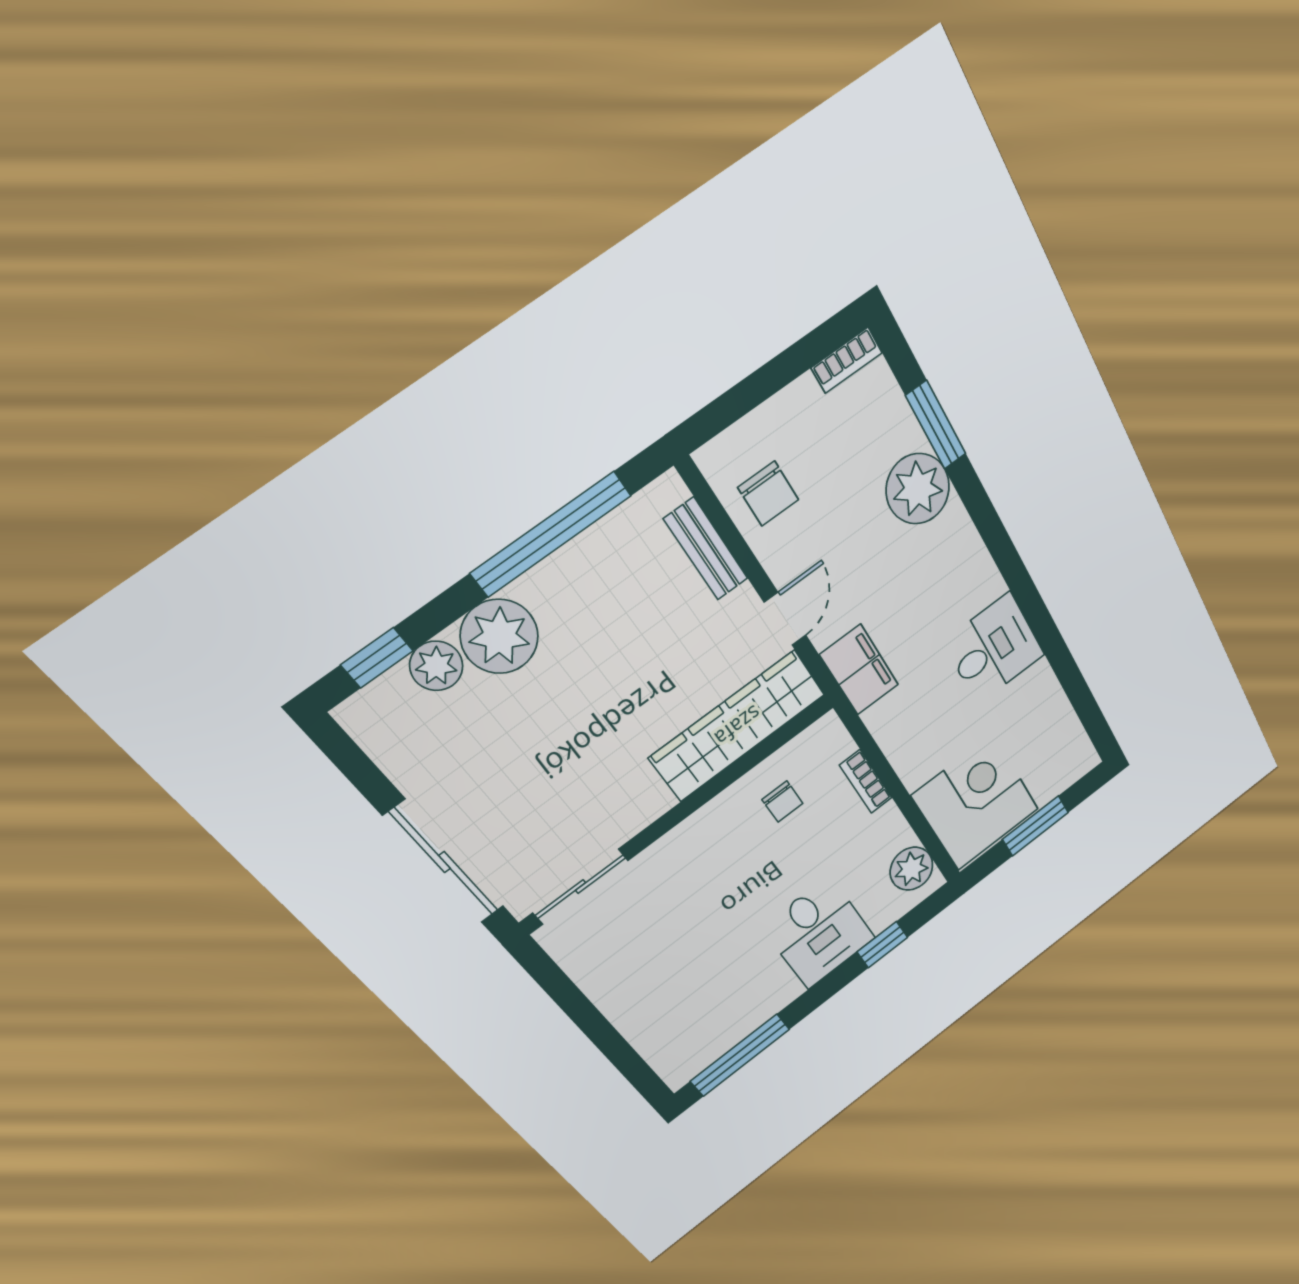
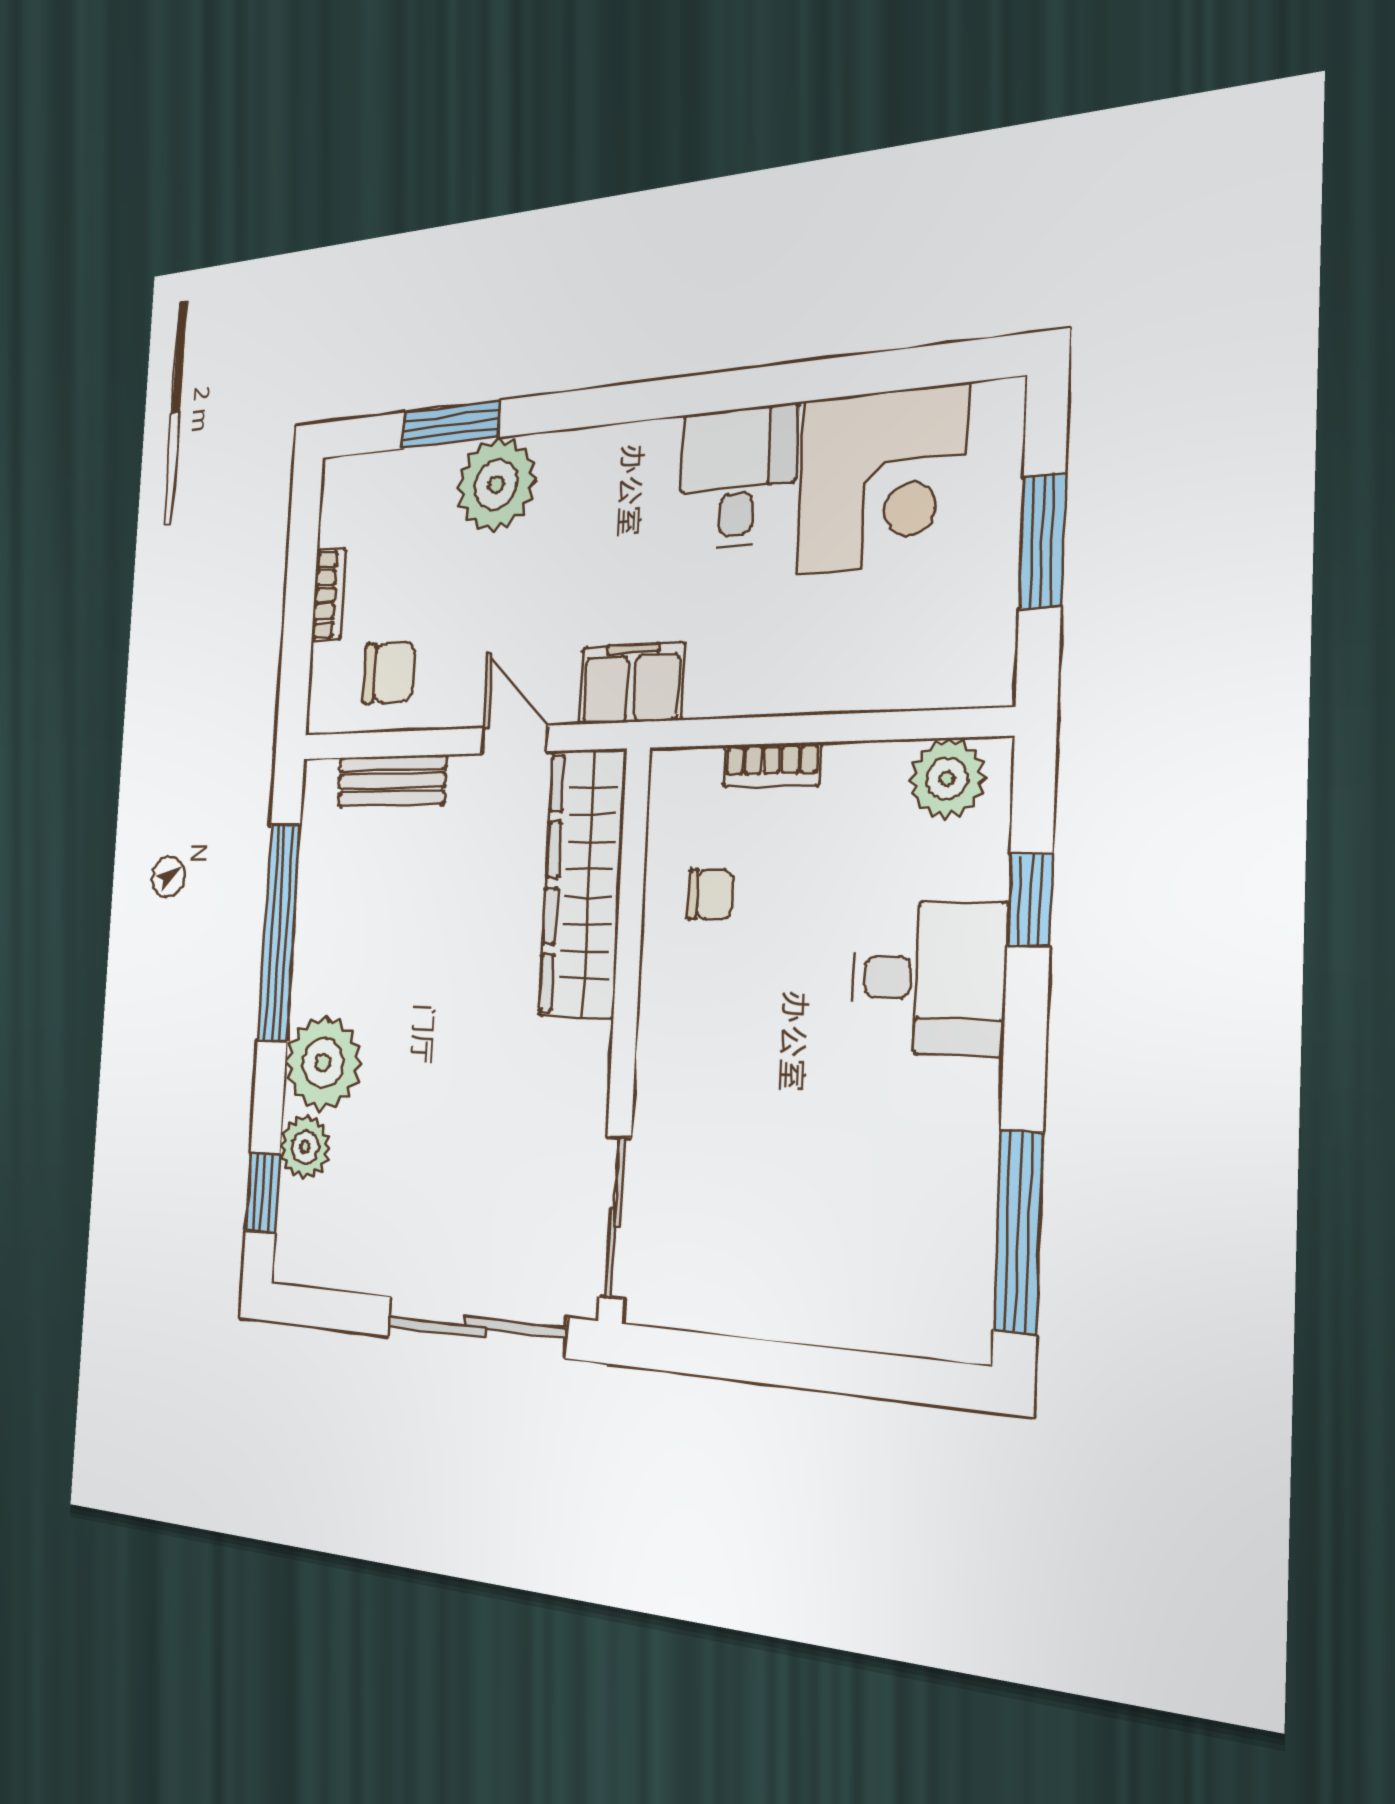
bookcase: (847, 360) -> (329, 595), moved
corner desk: (976, 802) -> (881, 480), moved, turned 180

